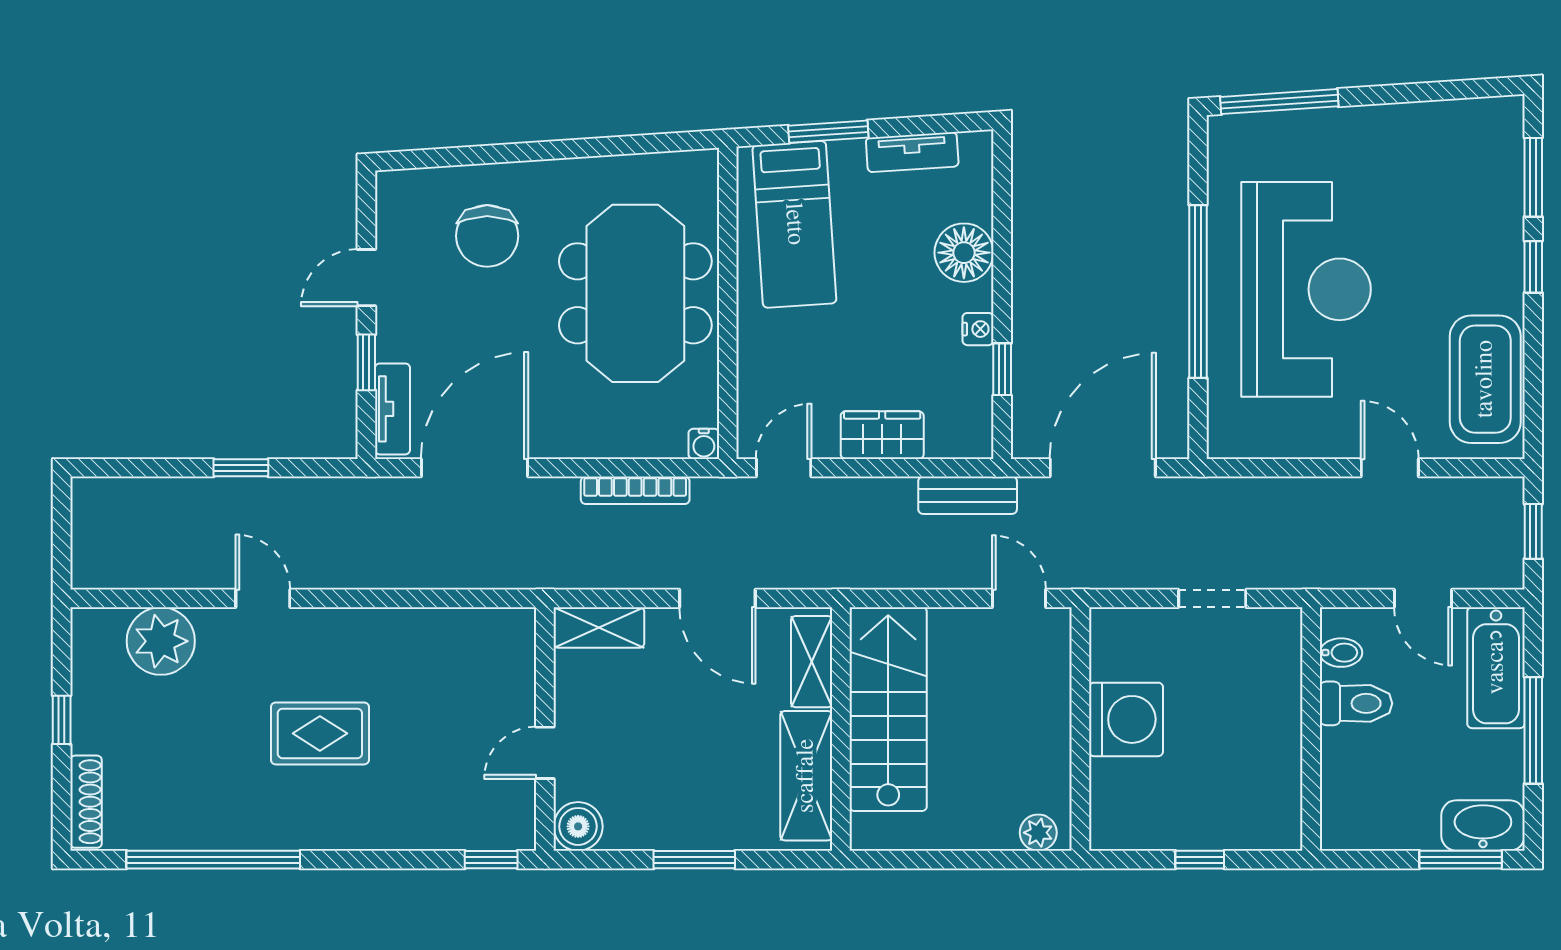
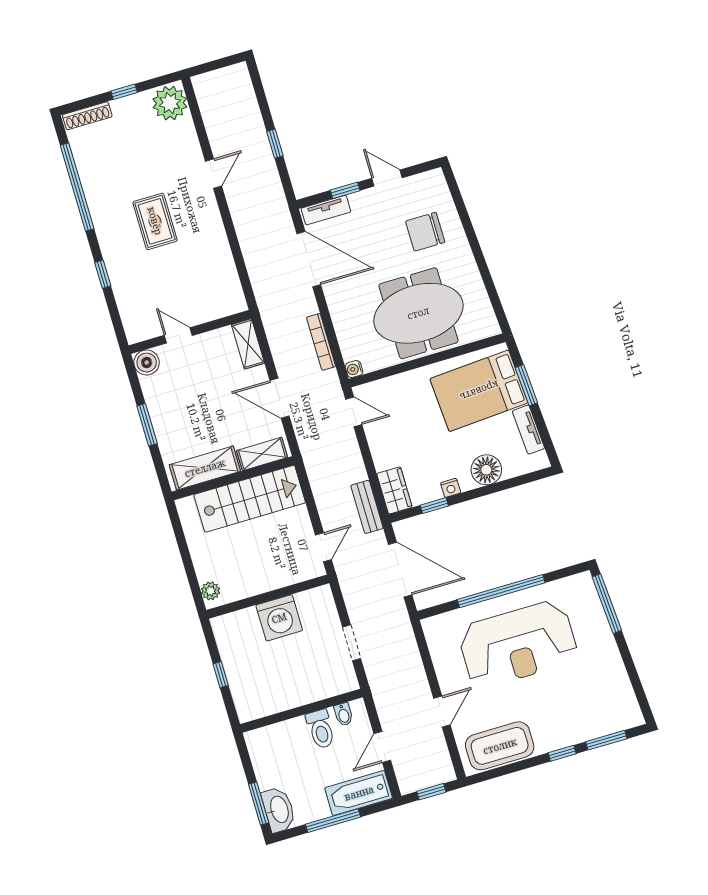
bed: (794, 224) -> (479, 391), width x1.50
wardrobe: (882, 435) -> (394, 490), moved
door: (717, 598) -> (280, 398), hinge flipped
plant: (161, 641) -> (170, 103), moved
window: (491, 860) -> (103, 274), moved

